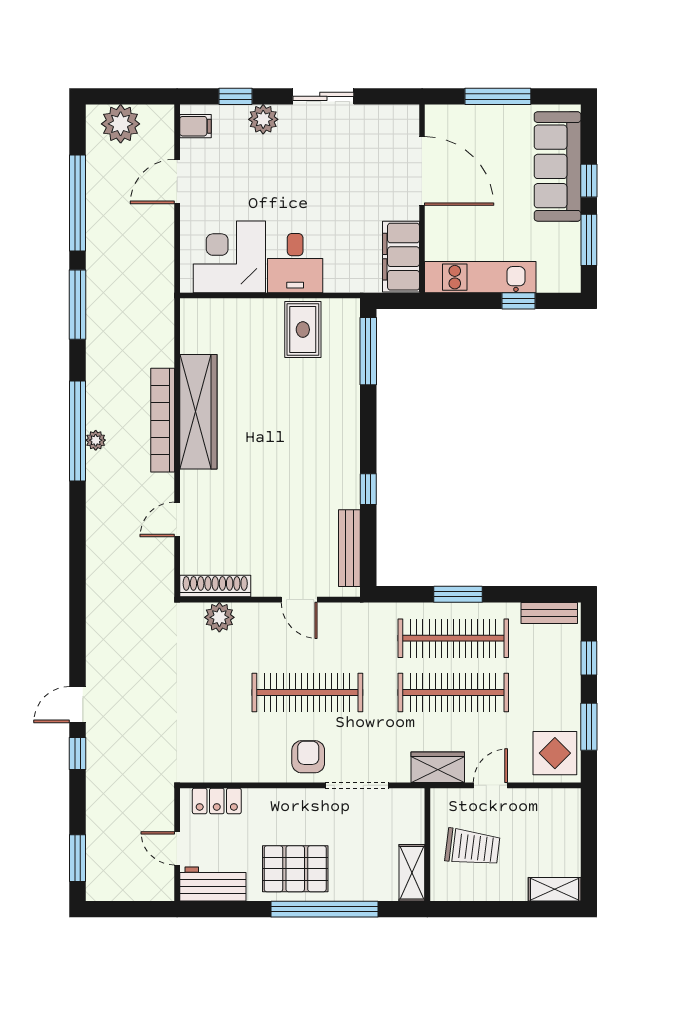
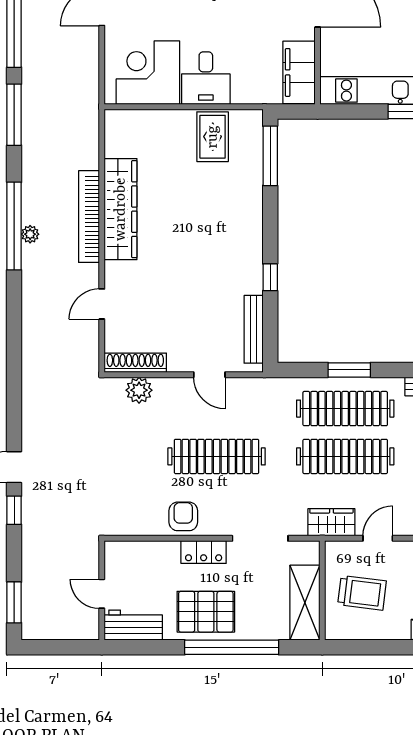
armchair: (308, 757) -> (183, 516), moved
locker: (217, 801) -> (204, 552), moved
shelving: (412, 873) -> (305, 603), width x1.50, depth x1.33

